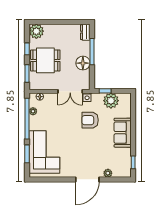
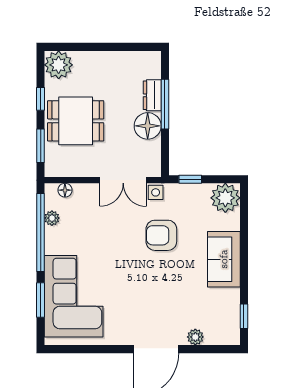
dresser: (85, 32) -> (152, 95), moved
plant: (111, 101) -> (225, 198), moved

